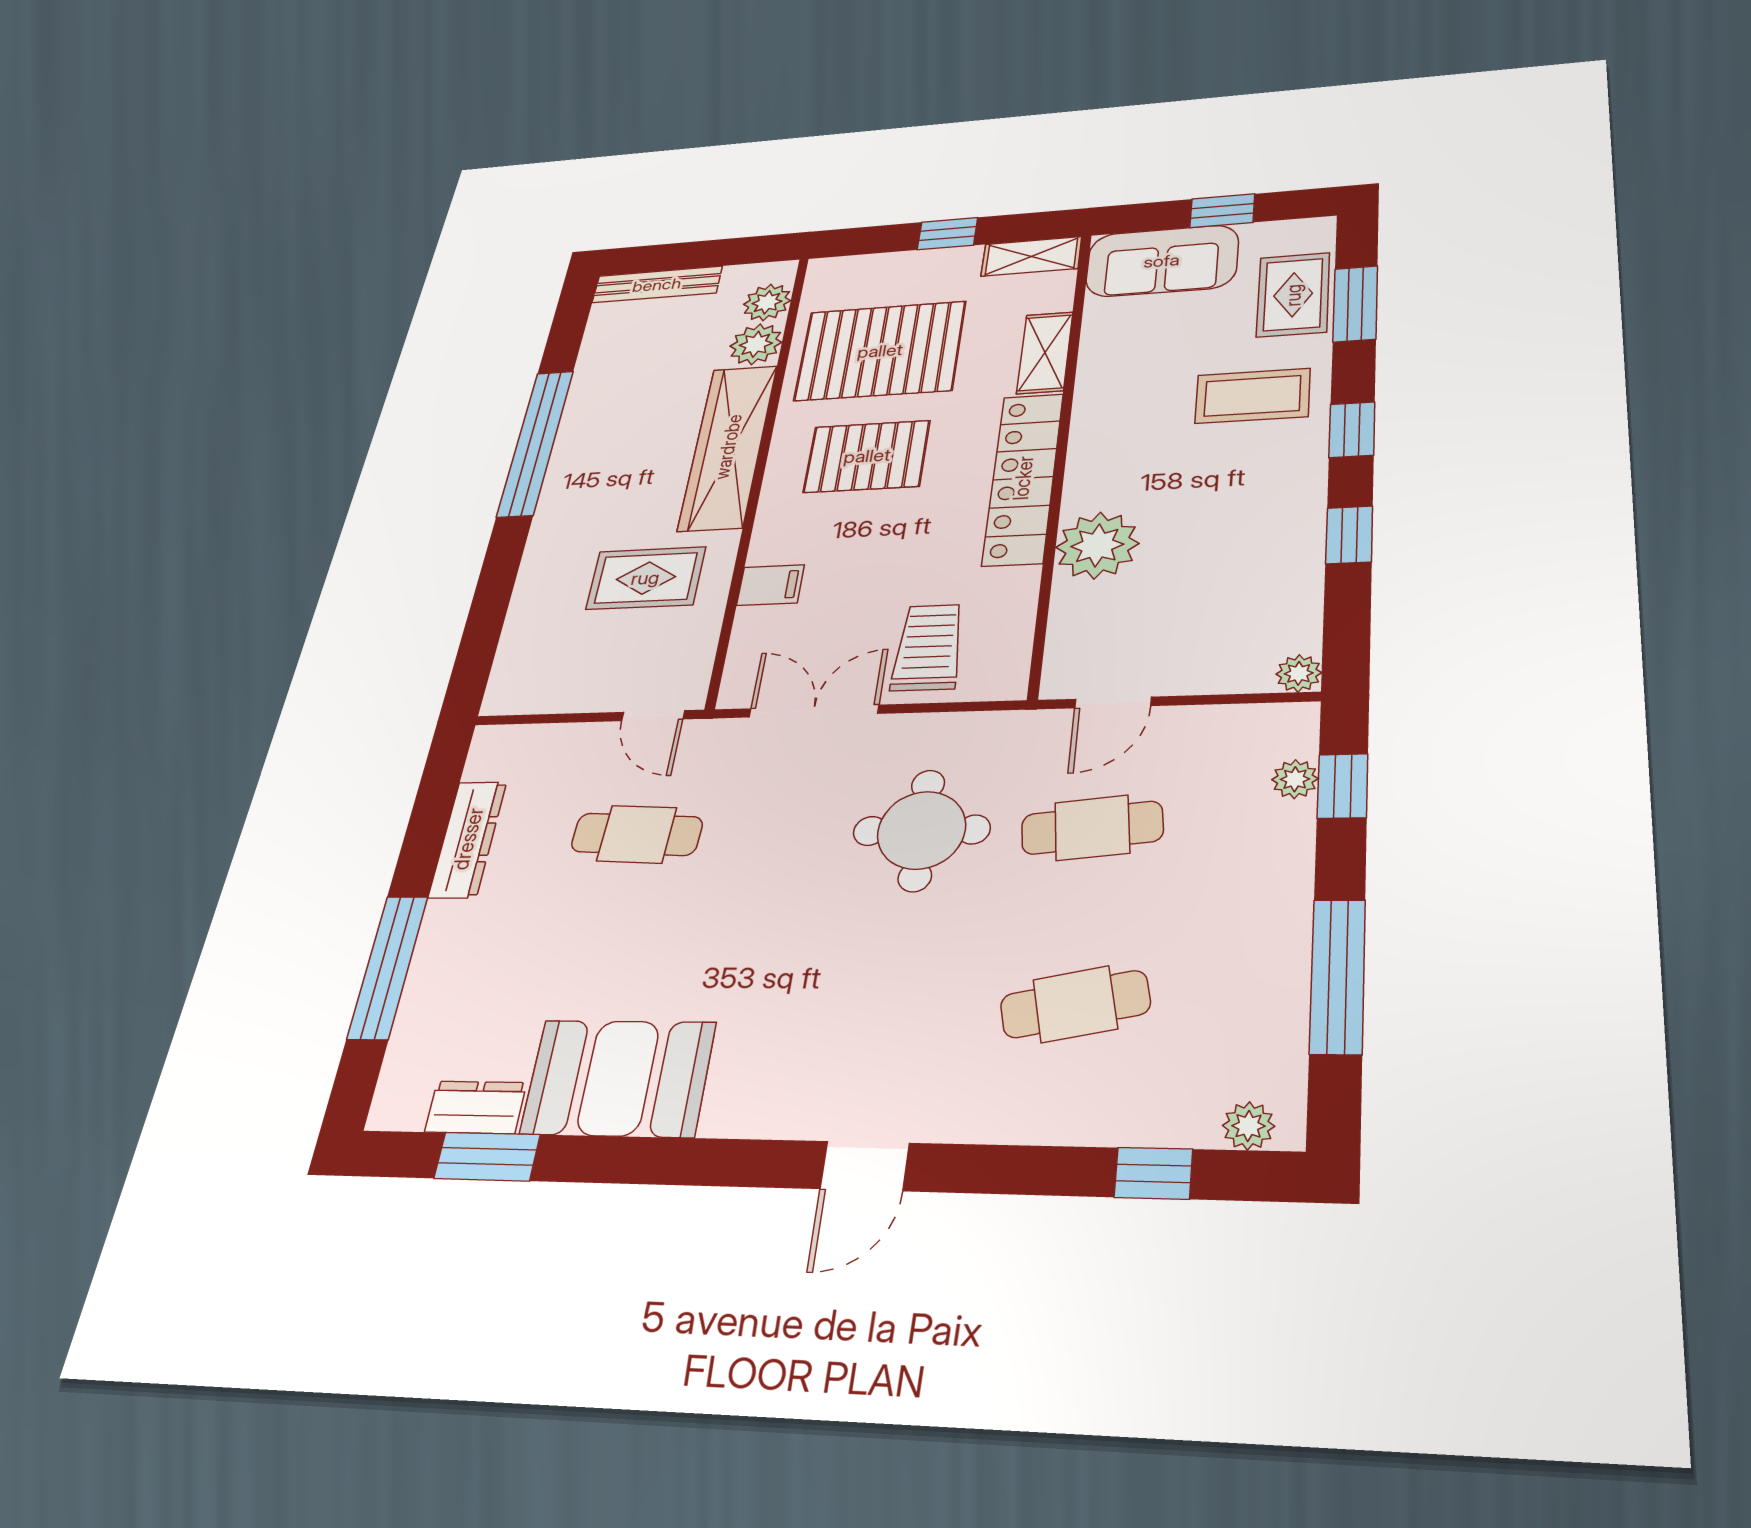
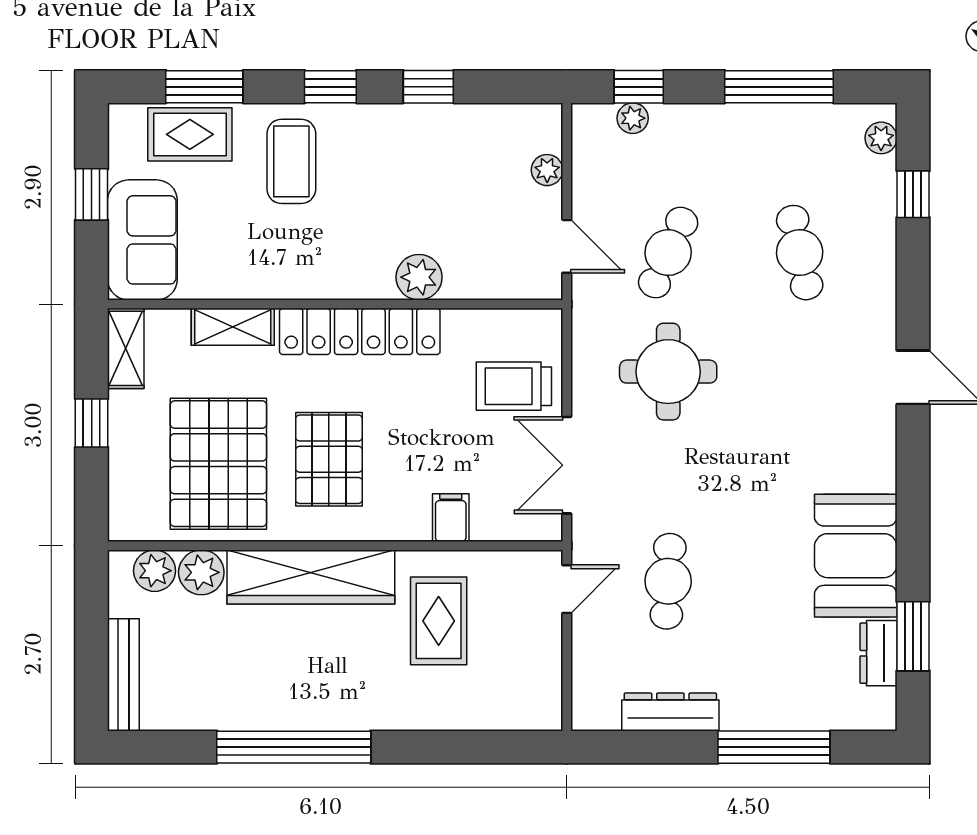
plant: (1097, 545) -> (419, 277), width x0.73, depth x0.73
plant: (1299, 673) -> (547, 170), moved
cafe table: (1092, 828) -> (668, 253), turned 30

